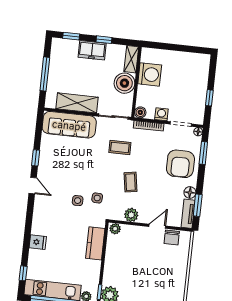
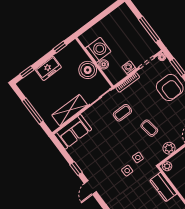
window: (104, 40) -> (60, 47), moved
shelving: (131, 59) -> (78, 51), removed
window: (209, 98) -> (149, 29), width x2.17
boiler: (140, 112) -> (104, 64), moved
sofa: (69, 125) -> (73, 132), width x0.73
door: (33, 186) -> (90, 188), swing flipped

